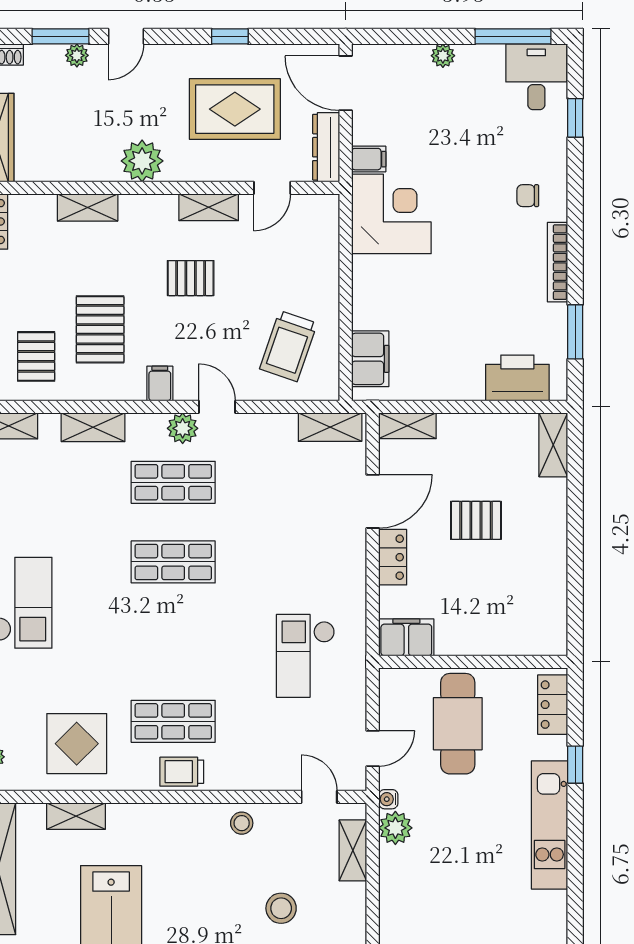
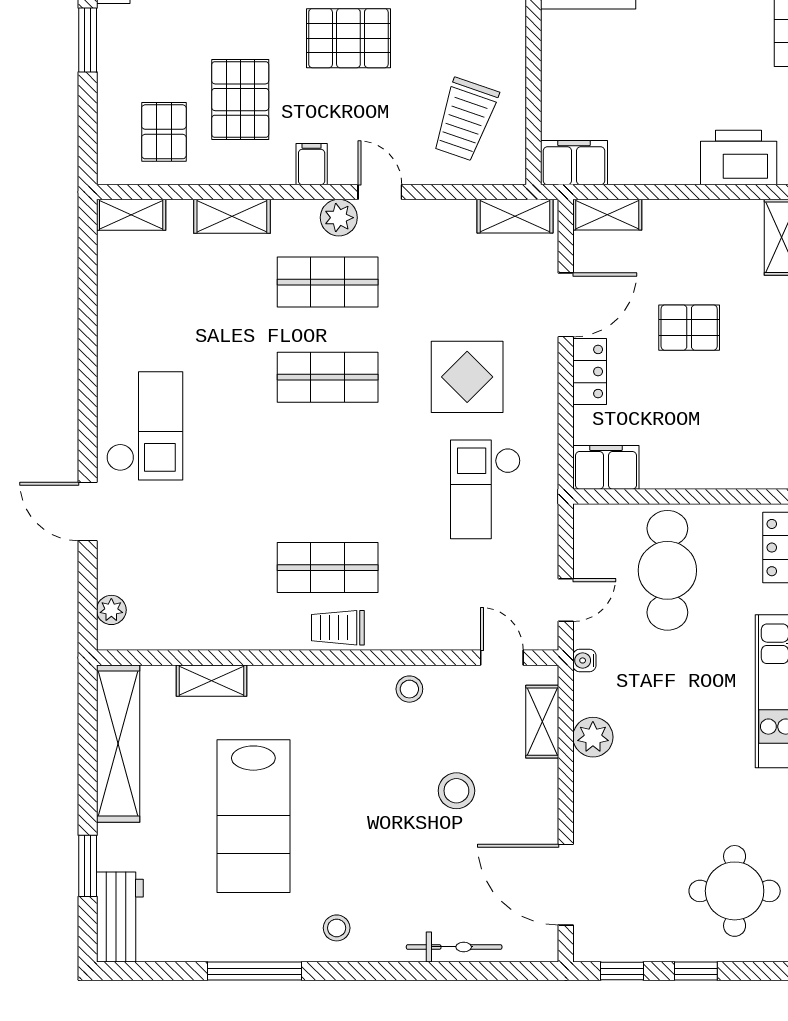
pallet: (191, 278) -> (348, 38), width x1.50, depth x1.42
filing cabinet: (370, 359) -> (574, 163), moved, turned -90
display table: (77, 744) -> (467, 377), moved
plant: (395, 828) -> (593, 737), moved

